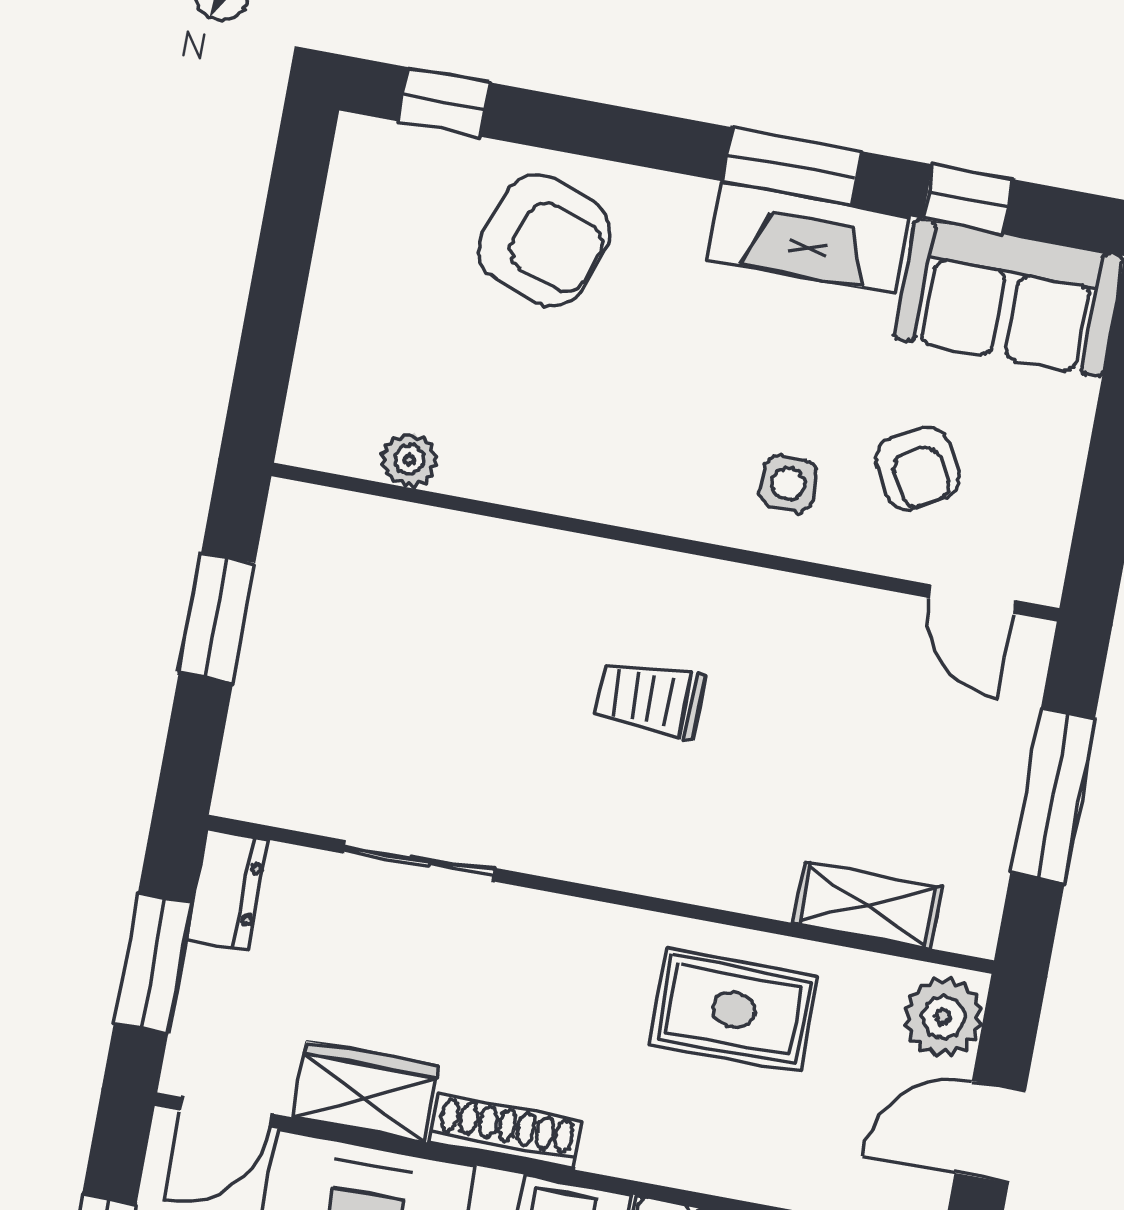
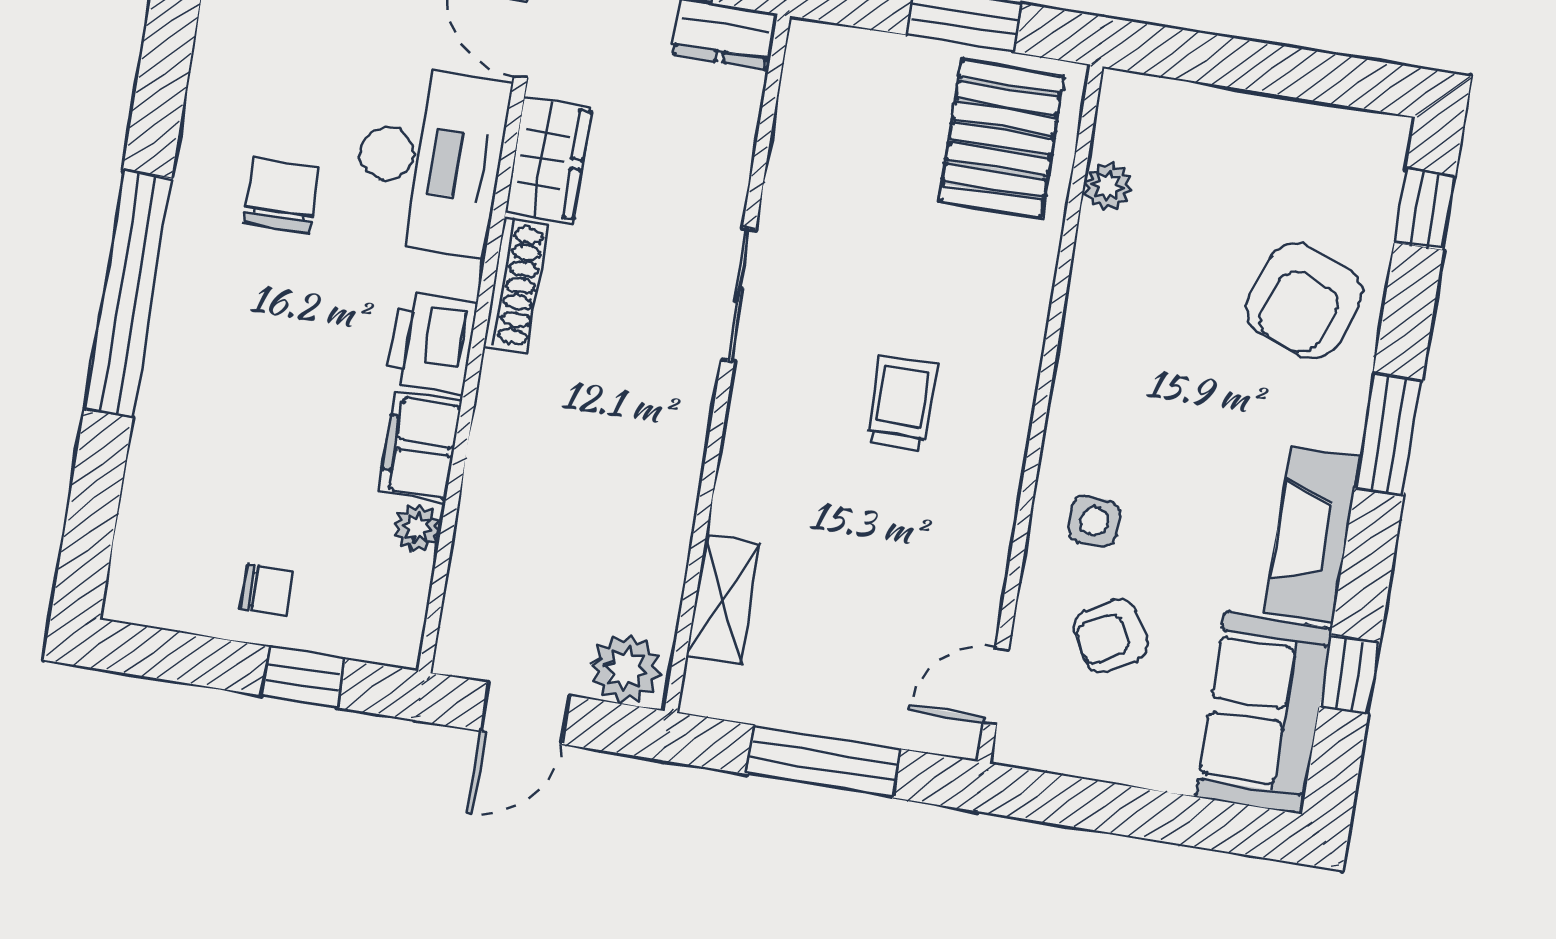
window: (792, 166) -> (1388, 434), moved
pallet: (353, 579) -> (1001, 139), added
sliding door: (419, 861) -> (738, 295), moved
rug: (734, 1010) -> (628, 484), removed
door: (990, 1132) -> (525, 713), swing flipped

